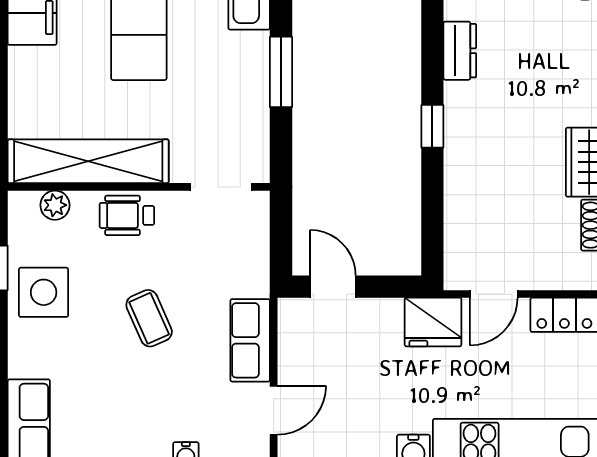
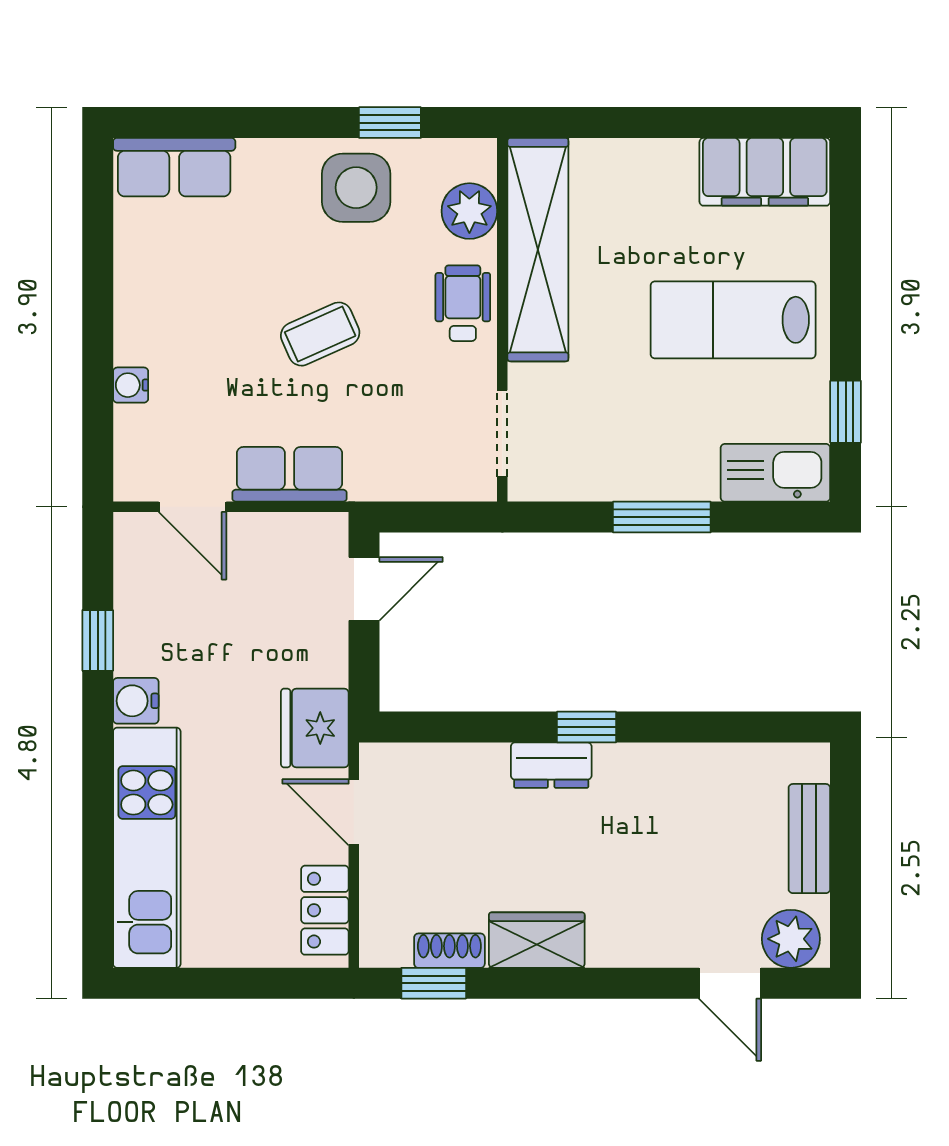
dresser: (460, 51) -> (551, 765), moved
plant: (55, 205) -> (469, 211), width x1.38, depth x1.38

